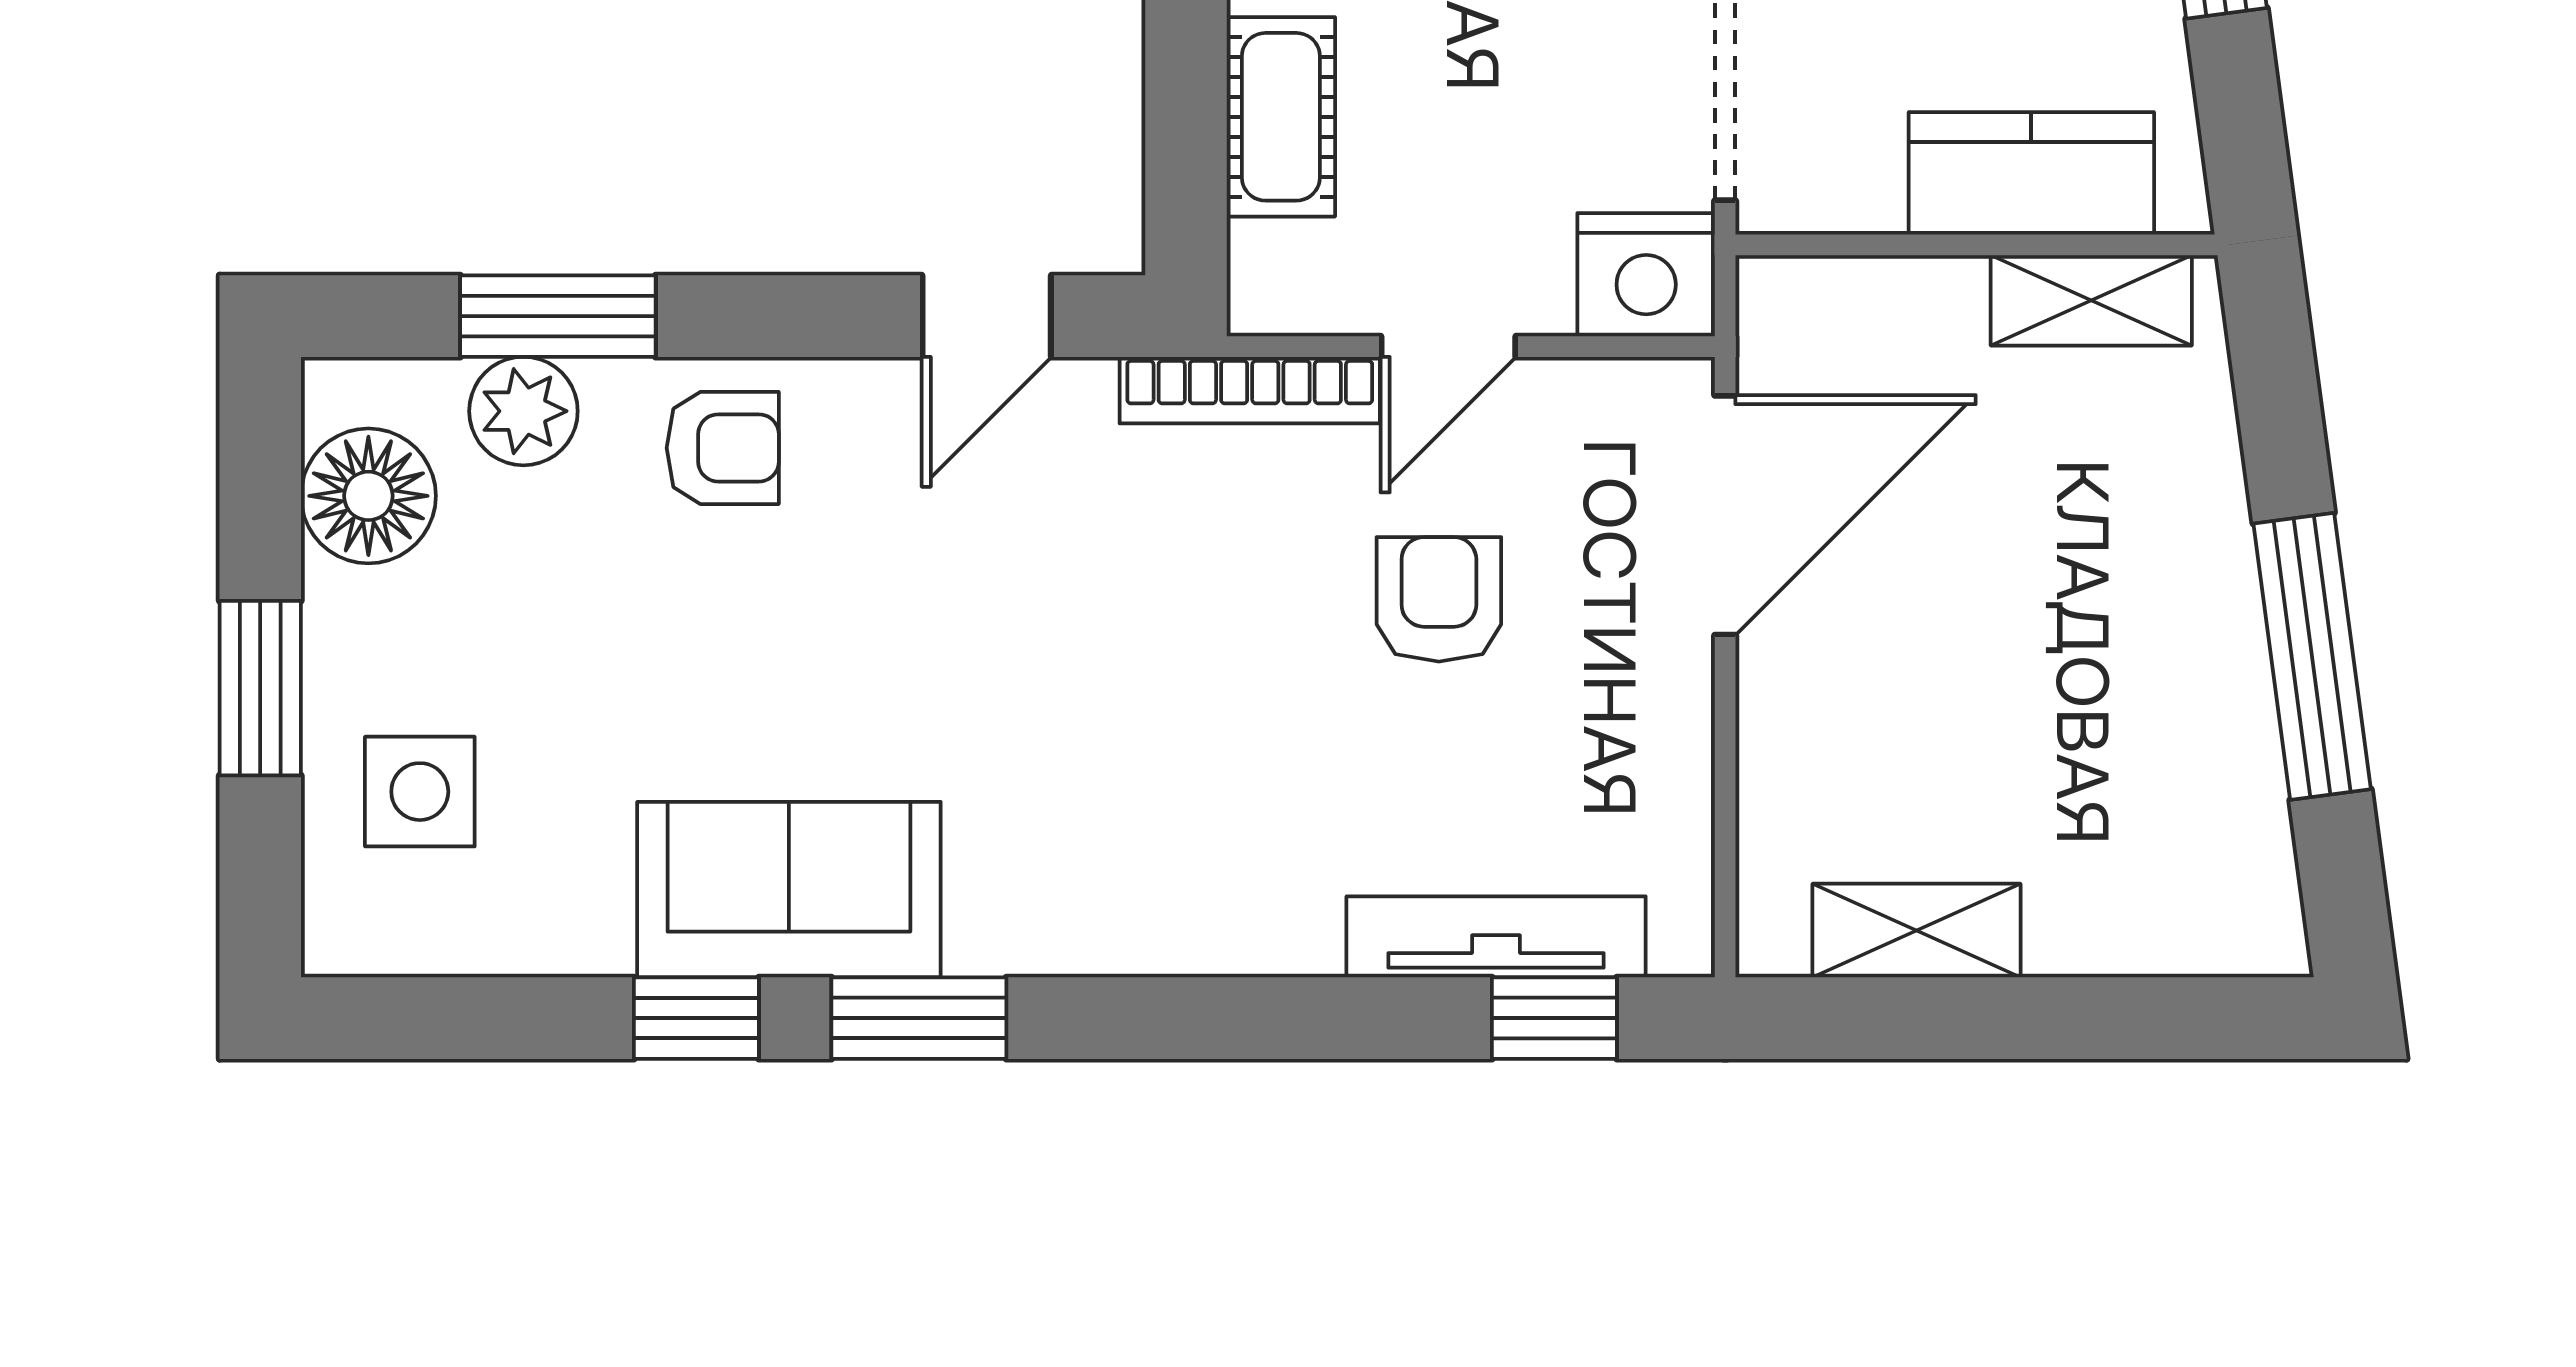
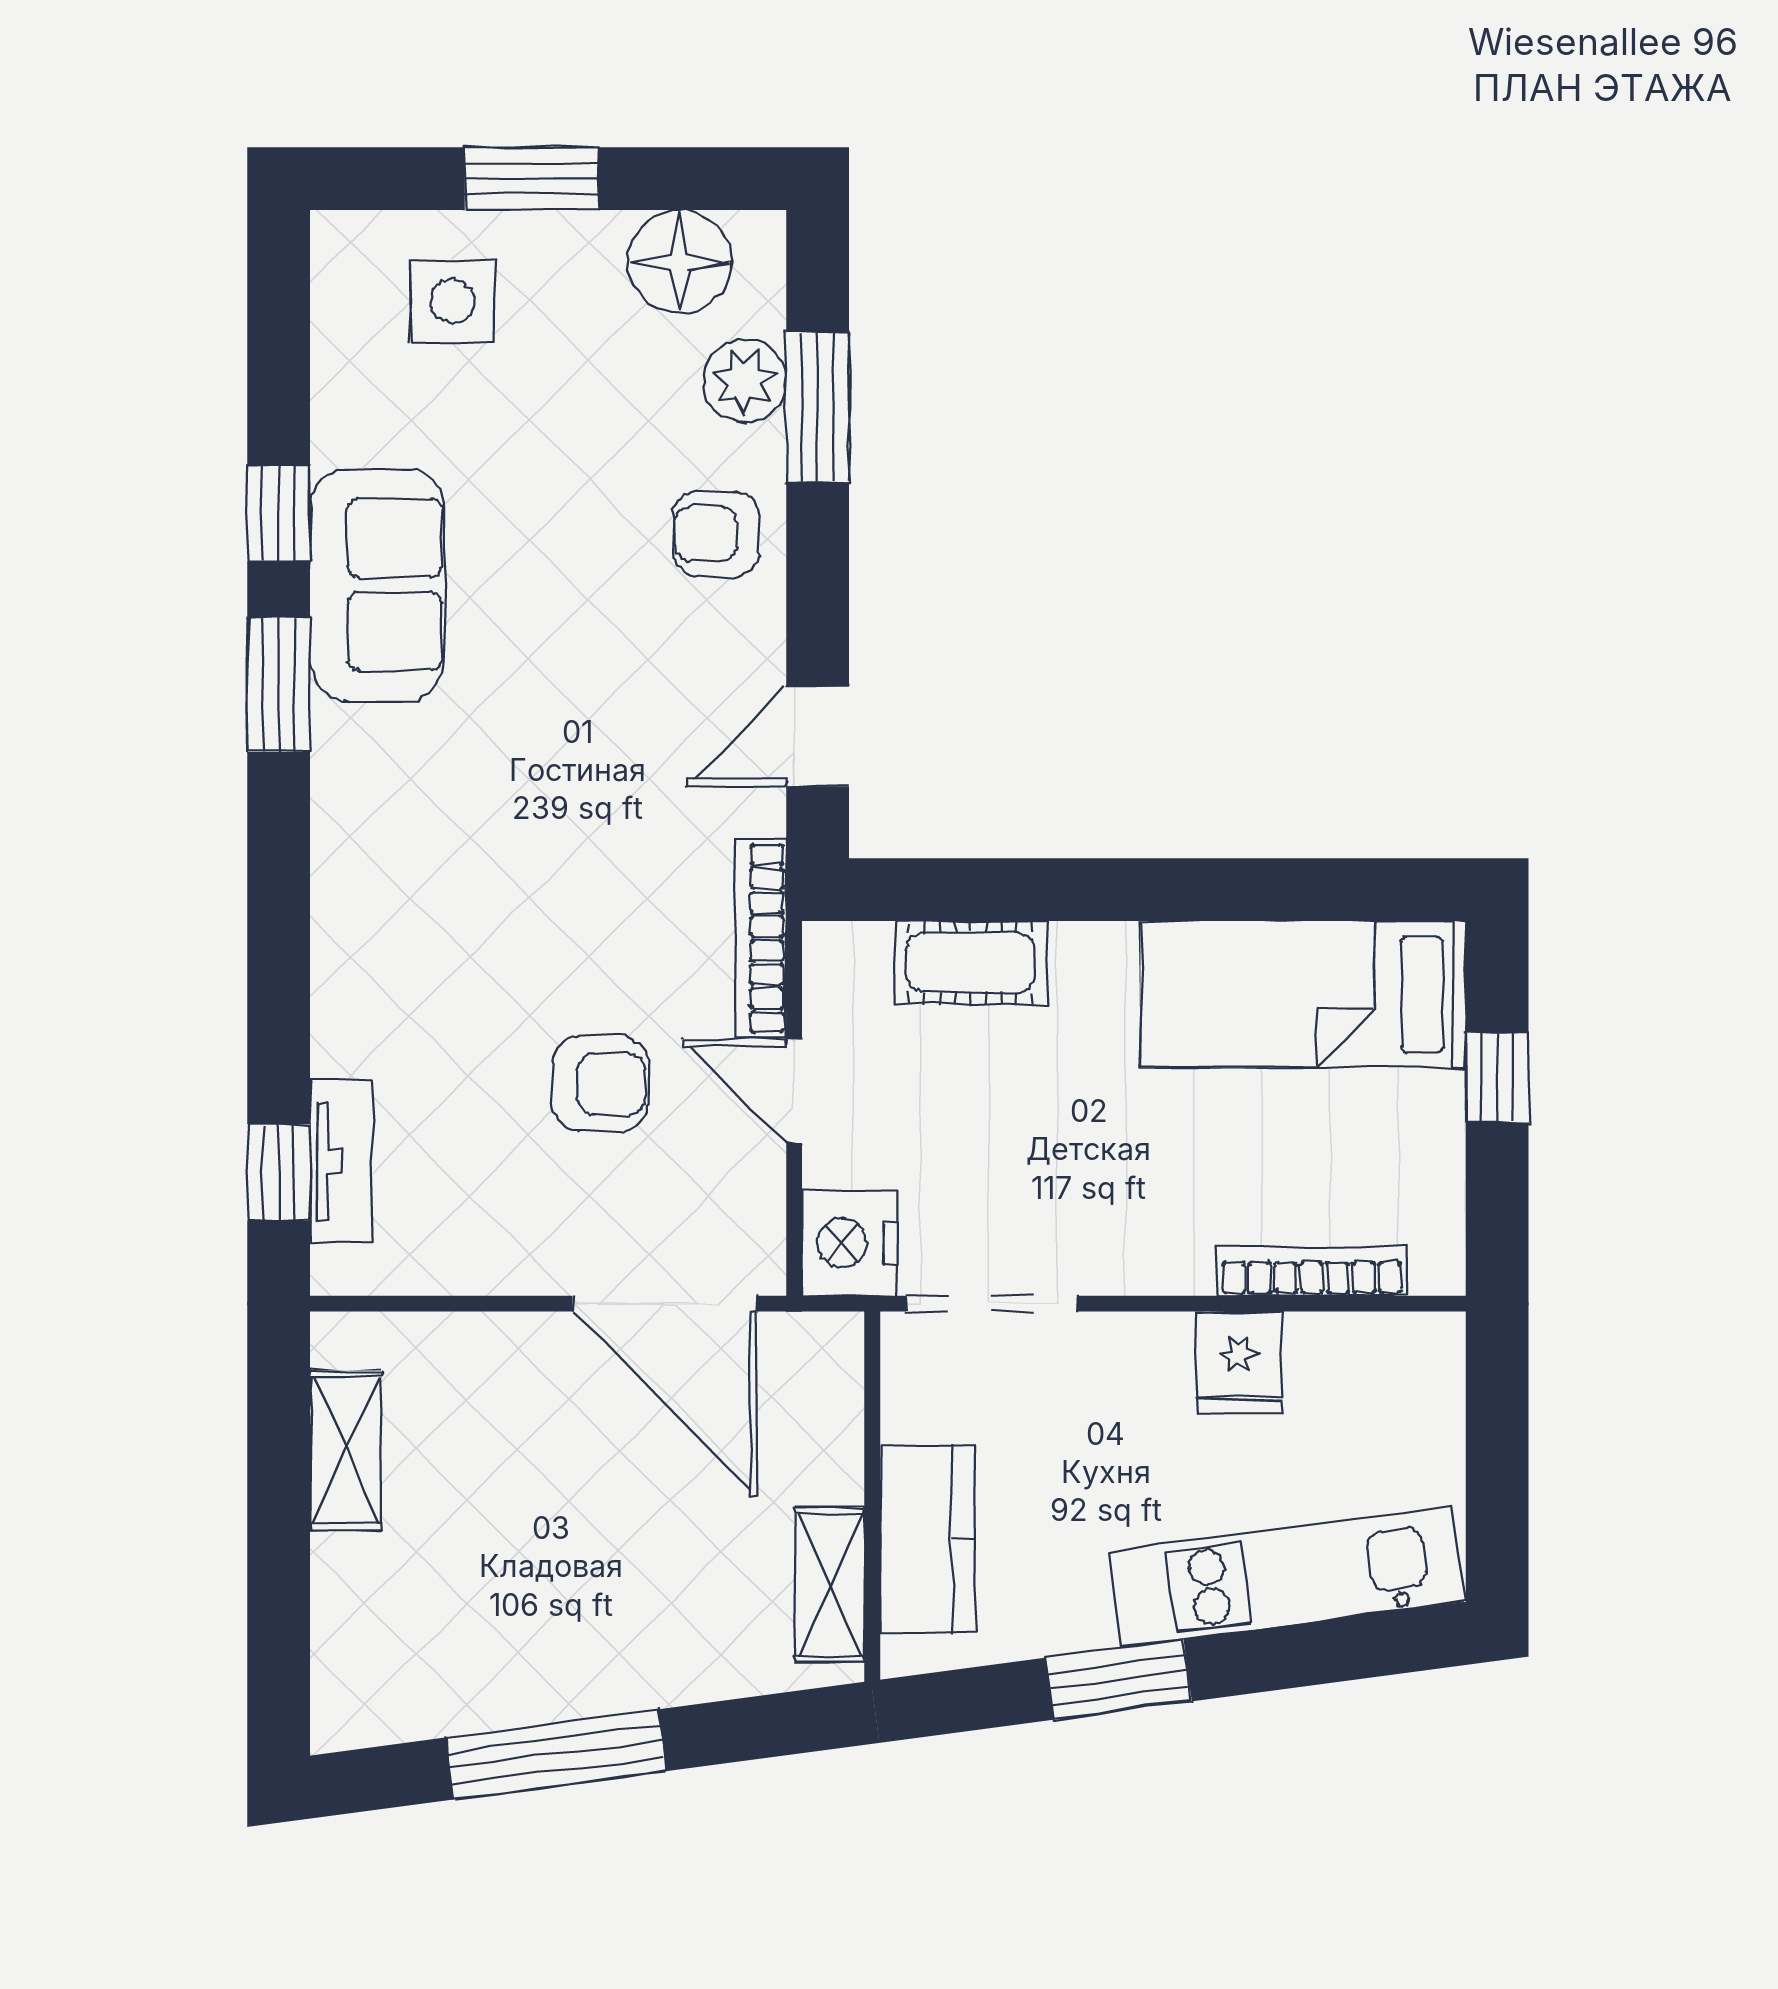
door: (987, 316) -> (818, 737), hinge flipped
armchair: (723, 448) -> (716, 534), turned 90
tv unit: (1496, 937) -> (341, 1161), width x0.71

